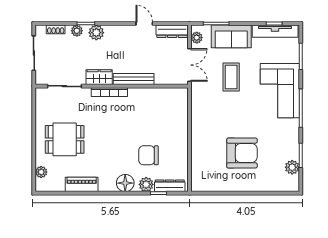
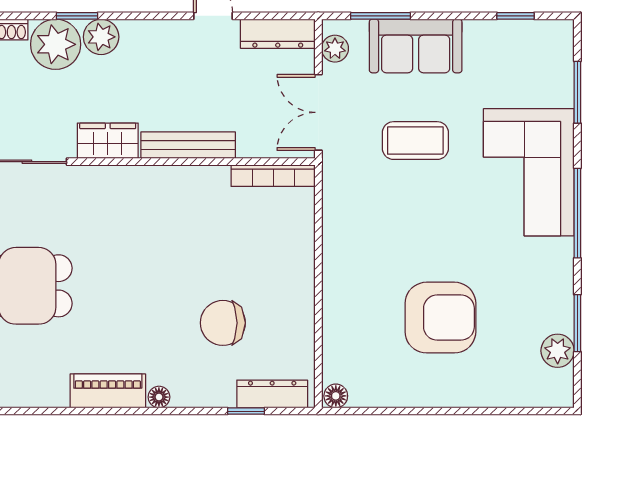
plant: (77, 31) -> (56, 44), width x1.88, depth x1.88
tv unit: (275, 31) -> (518, 34), removed
double door: (189, 65) -> (318, 112), swing flipped
coffee table: (231, 77) -> (415, 141), turned 90
bookcase: (109, 92) -> (273, 176), moved
floor lamp: (125, 183) -> (159, 397), width x0.53, depth x0.53
piano: (82, 184) -> (108, 391), moved
plant: (146, 184) -> (217, 391), removed
floor lamp: (197, 187) -> (336, 396), added

